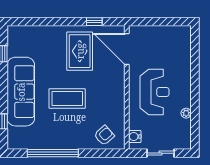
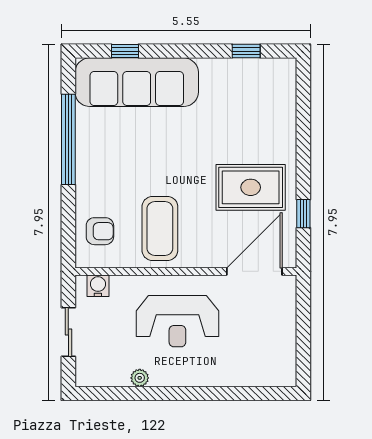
sofa: (21, 92) -> (137, 82), moved
coffee table: (67, 98) -> (160, 228), moved
armchair: (104, 135) -> (100, 231), turned -49

